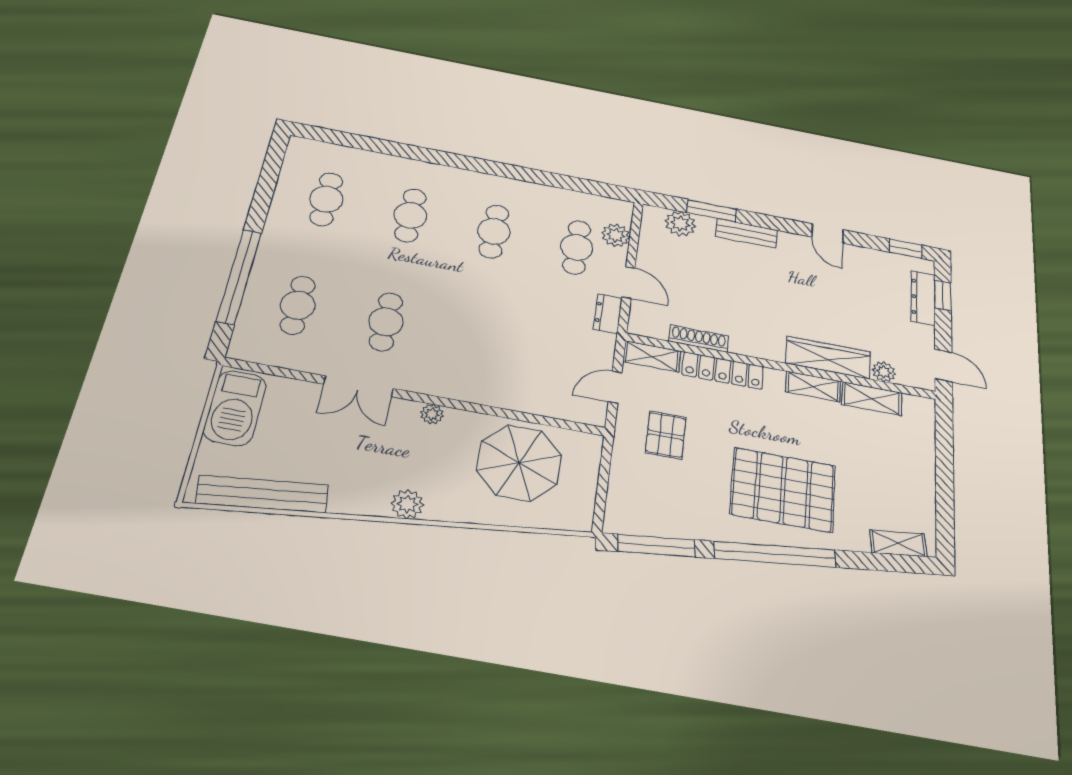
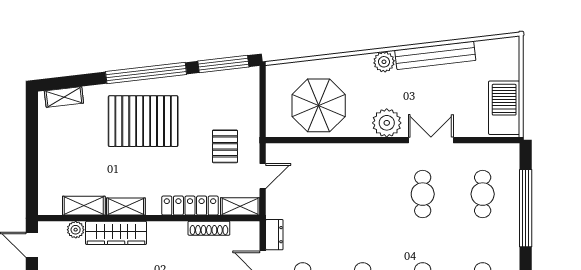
plant: (432, 414) -> (387, 123), width x1.88, depth x1.88
bench: (262, 494) -> (435, 55), moved

